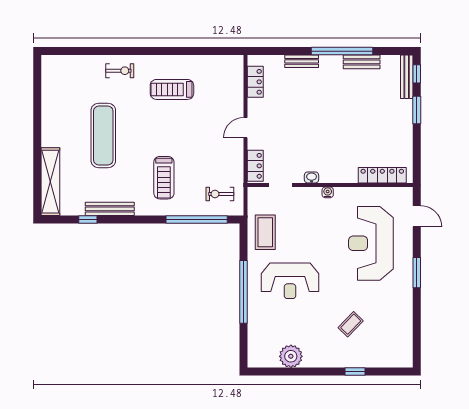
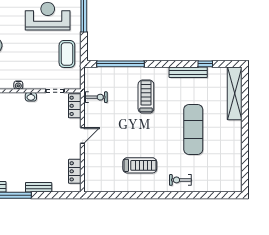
exercise bike: (220, 194) -> (96, 97), moved

